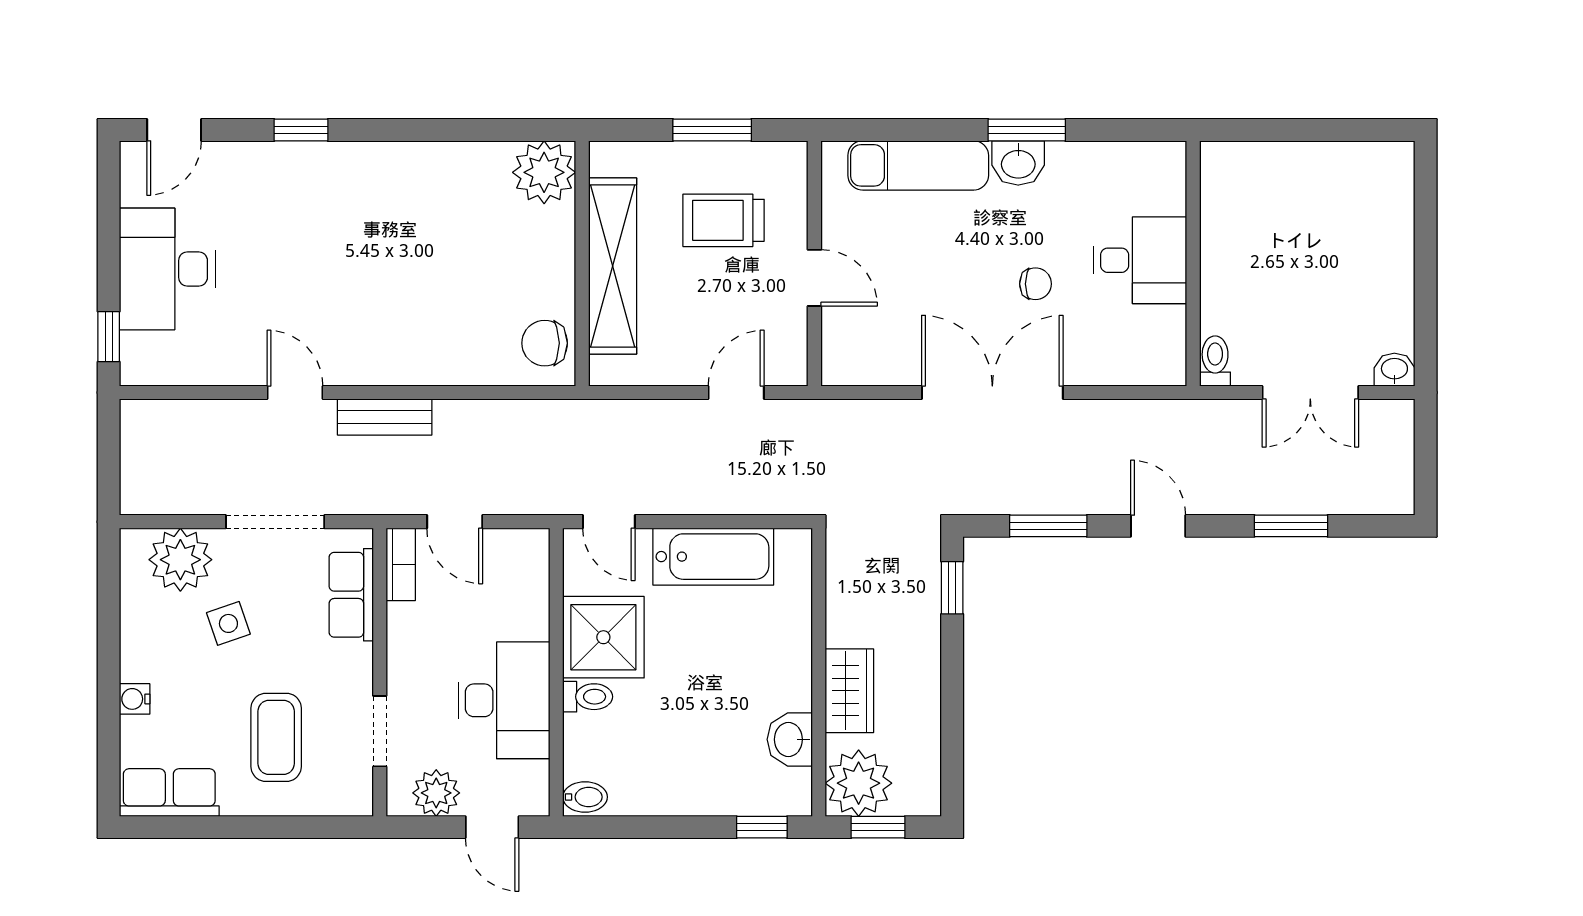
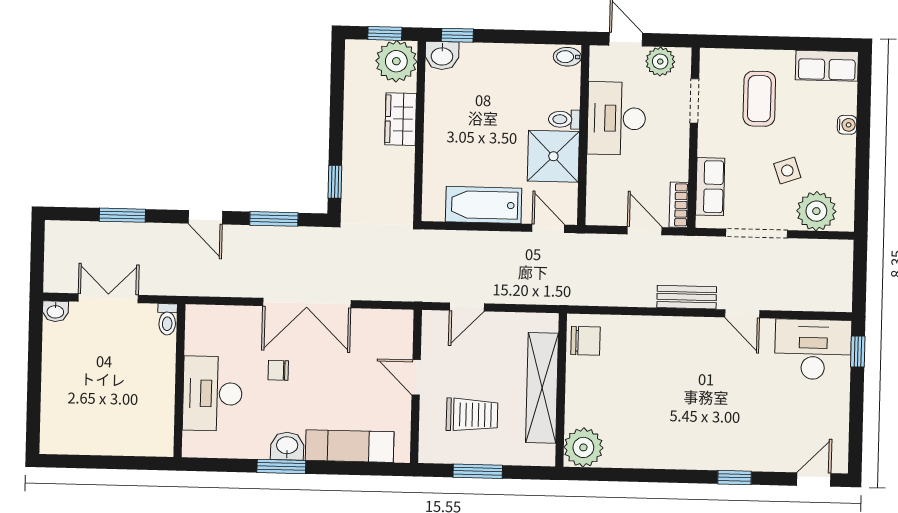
desk: (1140, 260) -> (212, 394), width x1.37
desk: (167, 269) -> (813, 349), moved, turned -90
washbasin: (790, 739) -> (442, 56), moved, turned 90

